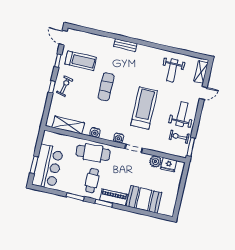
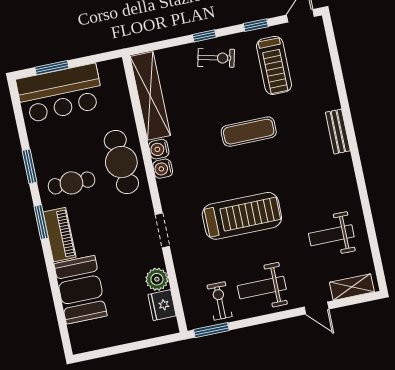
weight bench: (182, 114) -> (262, 288), turned 180
shelving: (68, 125) -> (150, 96), width x1.47
water cooler: (119, 138) -> (163, 169), moved

